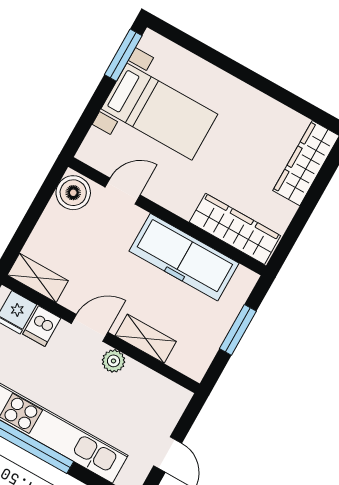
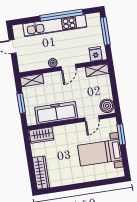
window: (123, 55) -> (121, 134), moved
wardrobe: (235, 229) -> (41, 135), width x0.67
dishwasher: (42, 326) -> (84, 56), removed
shelving: (146, 339) -> (32, 80), moved

